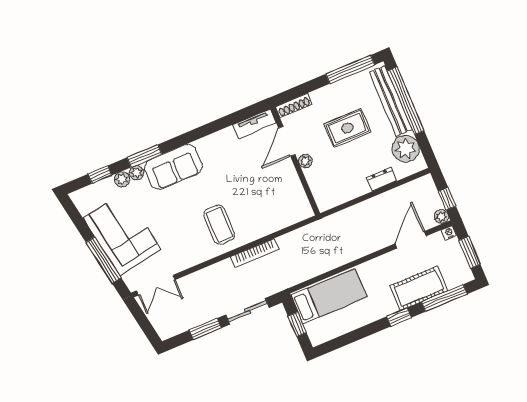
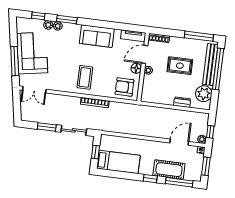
sofa: (173, 167) -> (97, 36), moved
floor lamp: (286, 169) -> (136, 68), added
armchair: (285, 206) -> (124, 87), added
bed: (329, 296) -> (118, 162), moved

